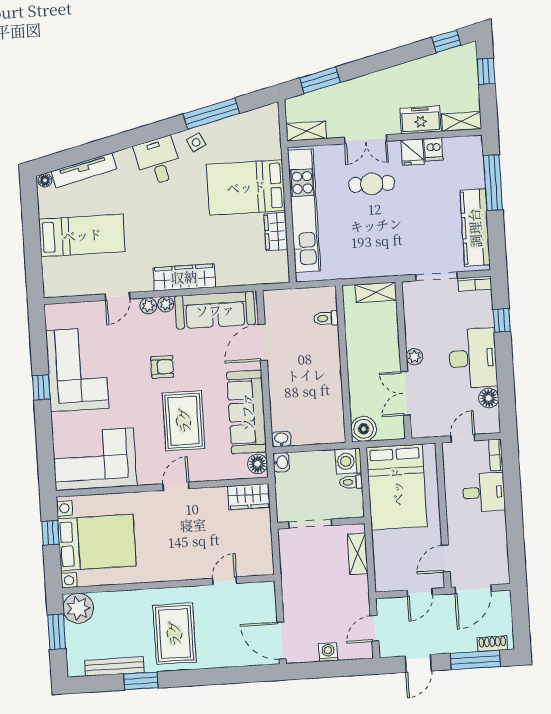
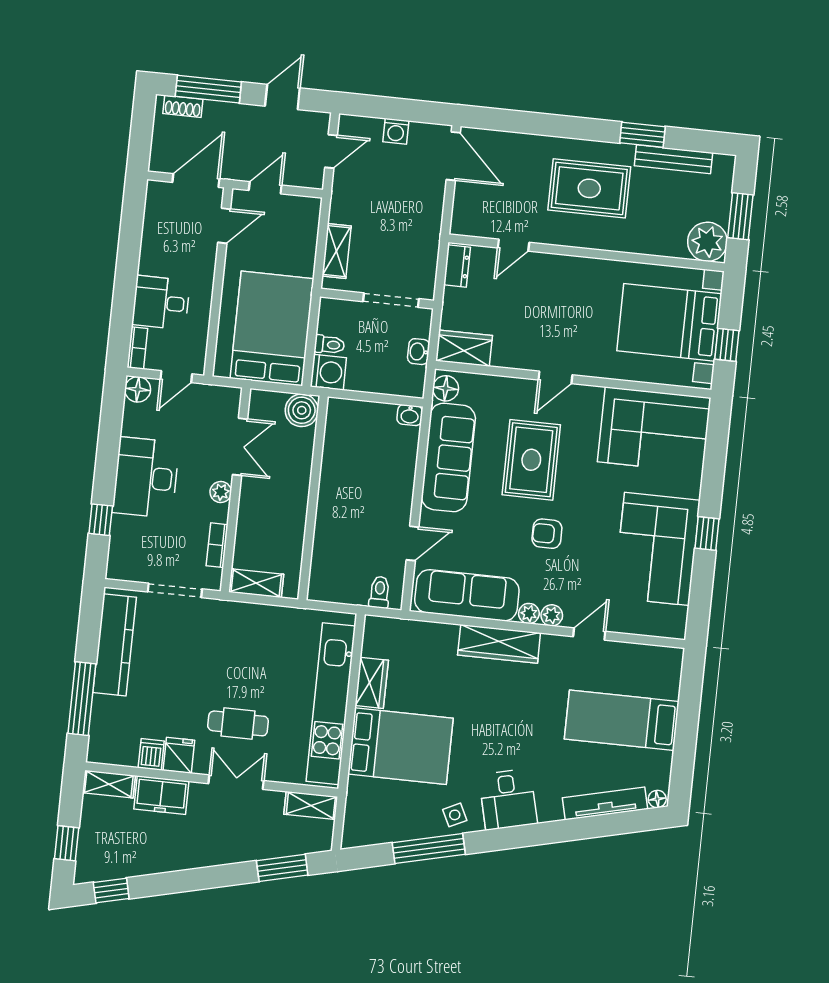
bookcase: (475, 284) -> (217, 545), moved, turned -90
toilet: (326, 318) -> (380, 592), moved, turned -90
door: (263, 342) -> (413, 543), width x0.73
floor lamp: (489, 398) -> (138, 389), moved
washbasin: (281, 462) -> (419, 352), moved
dresser: (265, 558) -> (457, 266), added
rug: (174, 634) -> (589, 188), turned 90

